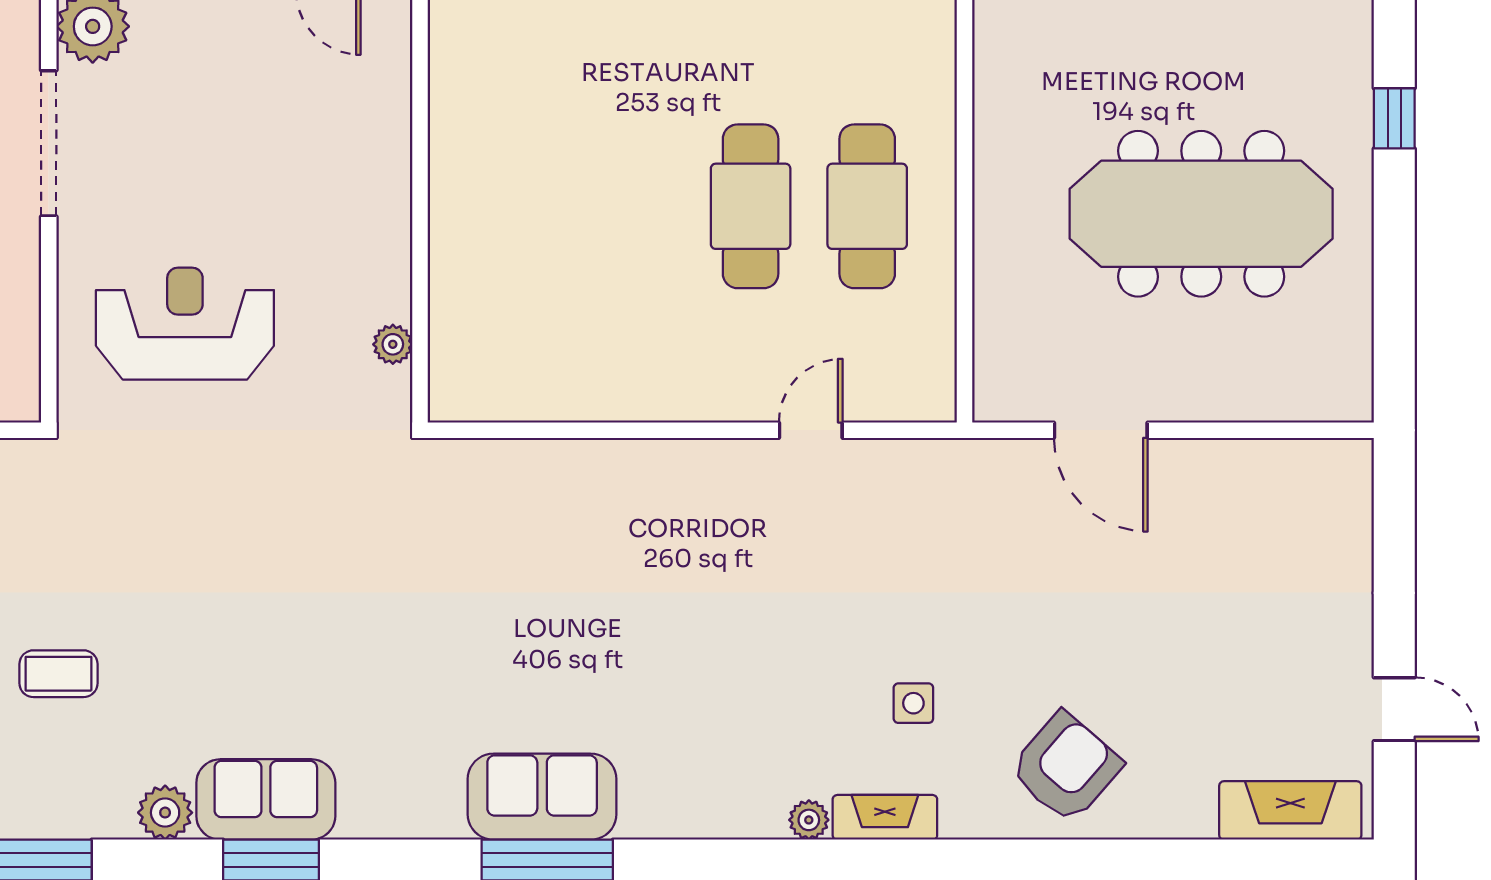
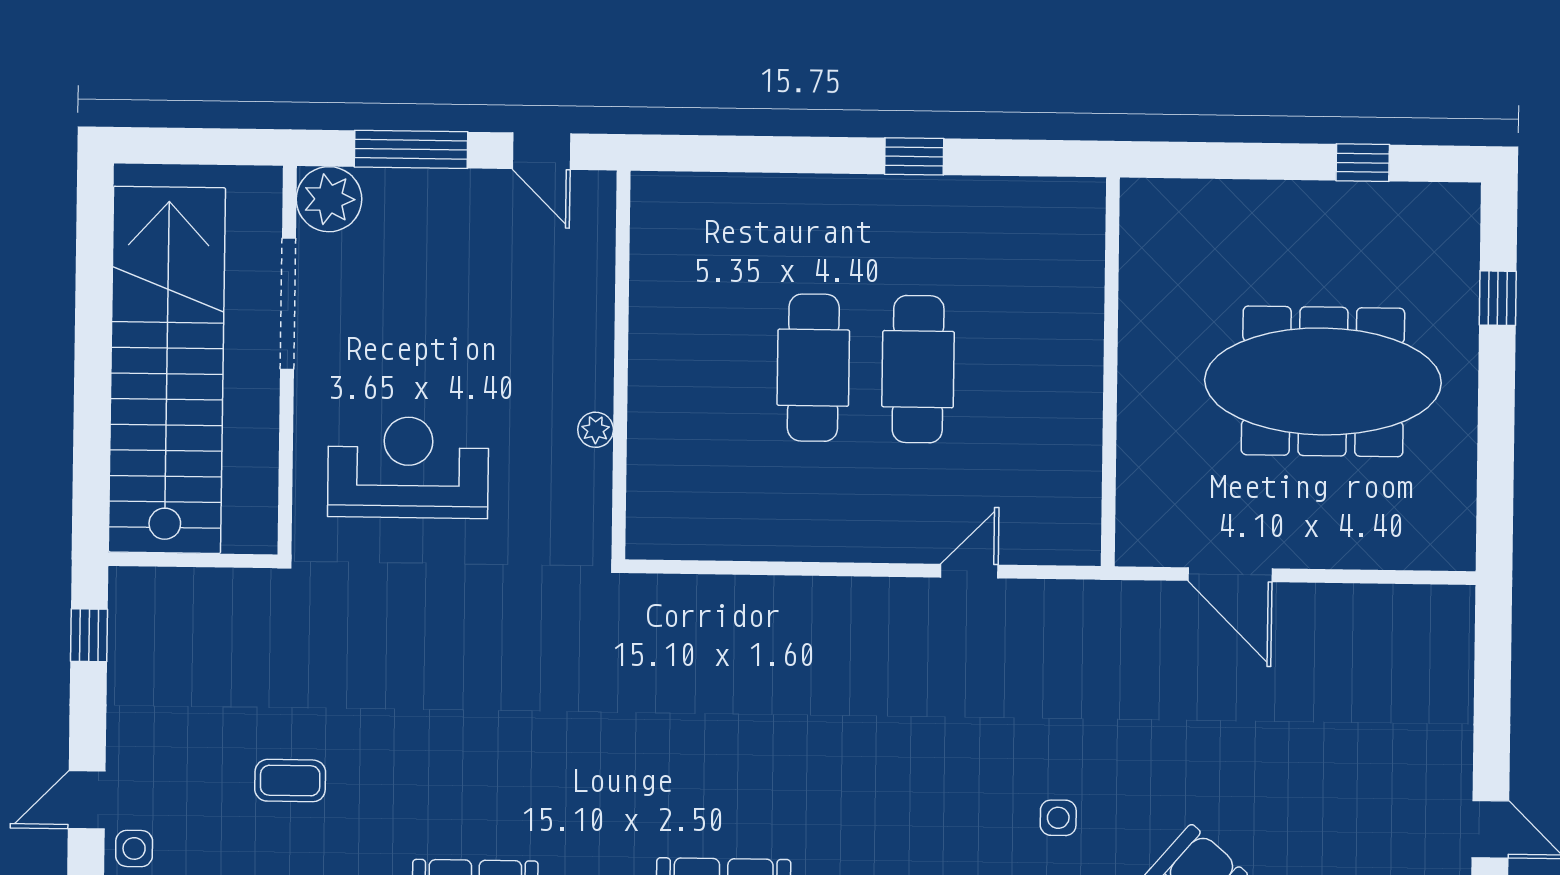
cafe table: (867, 206) -> (813, 368), moved
plant: (393, 344) -> (596, 430), moved

